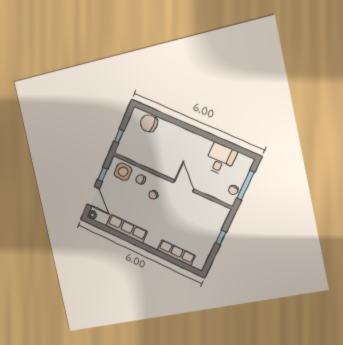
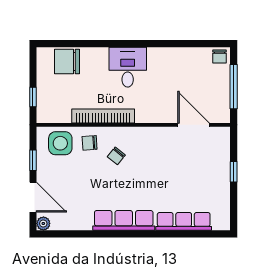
desk: (220, 159) -> (128, 67), moved
bookcase: (156, 167) -> (103, 116), added
door: (184, 186) -> (194, 125), moved
chair: (233, 190) -> (220, 57), moved
row of seats: (127, 229) -> (124, 220), moved

